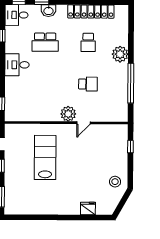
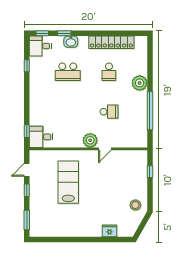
desk: (17, 65) -> (41, 137), moved

